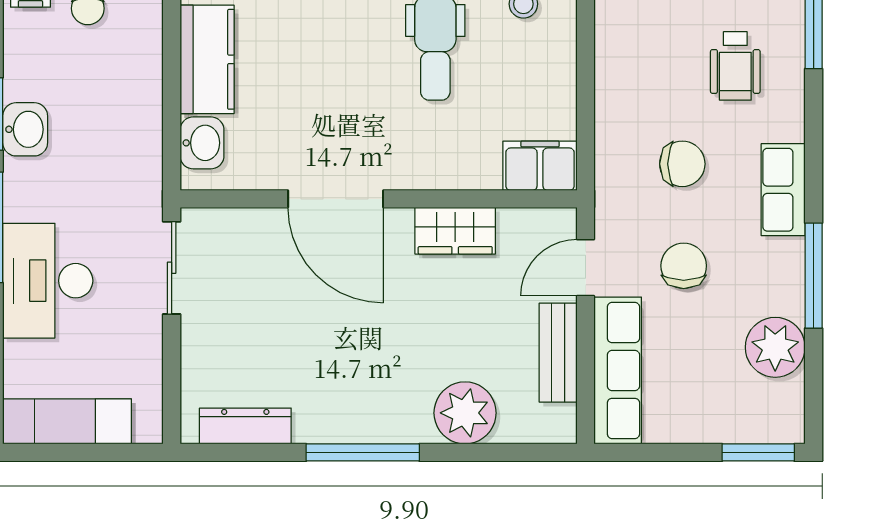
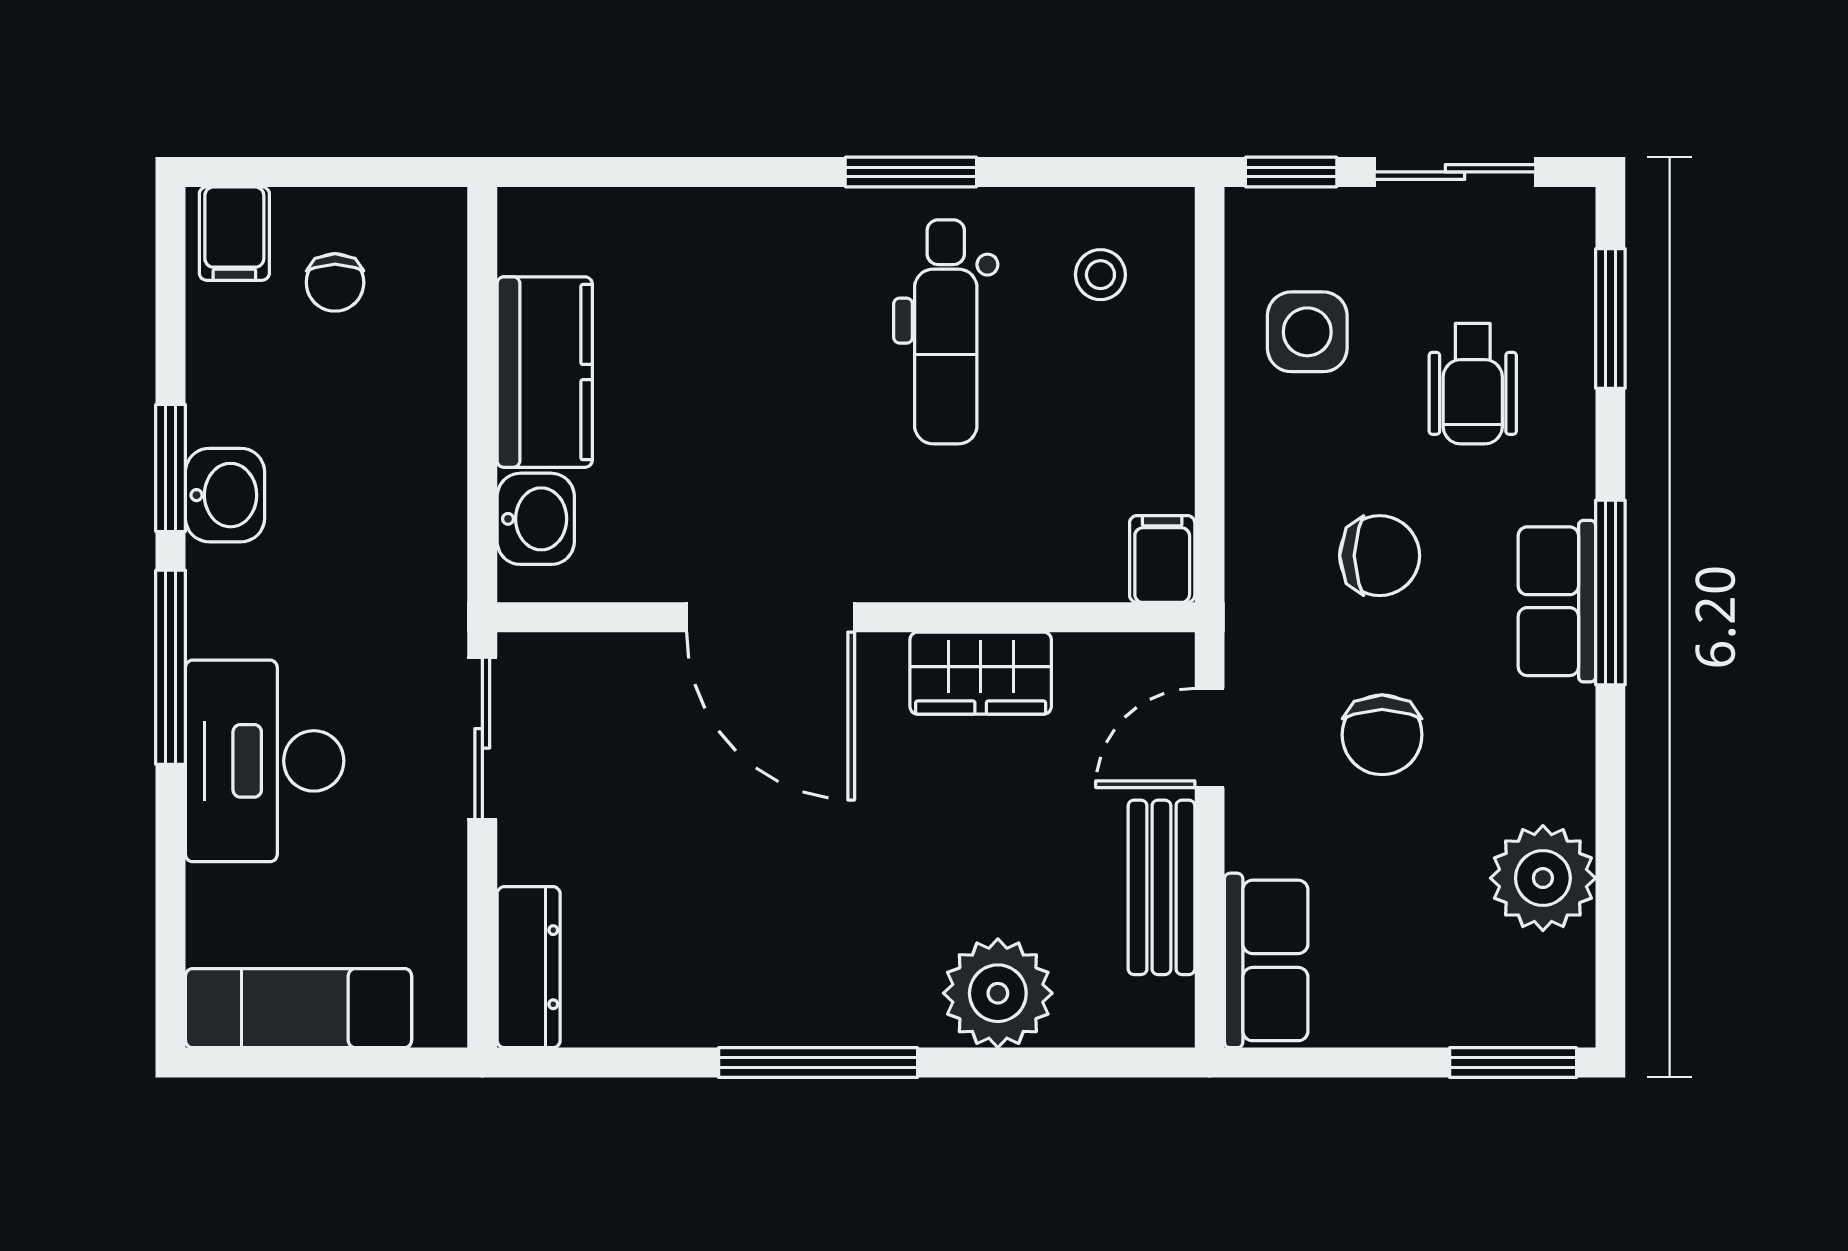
side table: (641, 36) -> (1307, 332), added
filing cabinet: (540, 166) -> (1162, 559), width x0.50
chair: (684, 266) -> (1382, 735), turned 180
window: (814, 276) -> (1610, 592), moved
row of seats: (618, 370) -> (1266, 960), width x0.68
dresser: (245, 426) -> (529, 967), moved, turned 90

